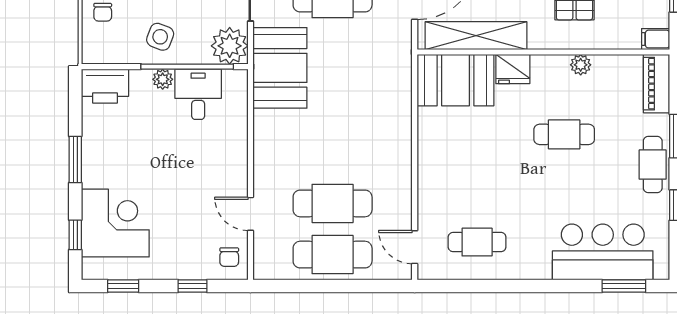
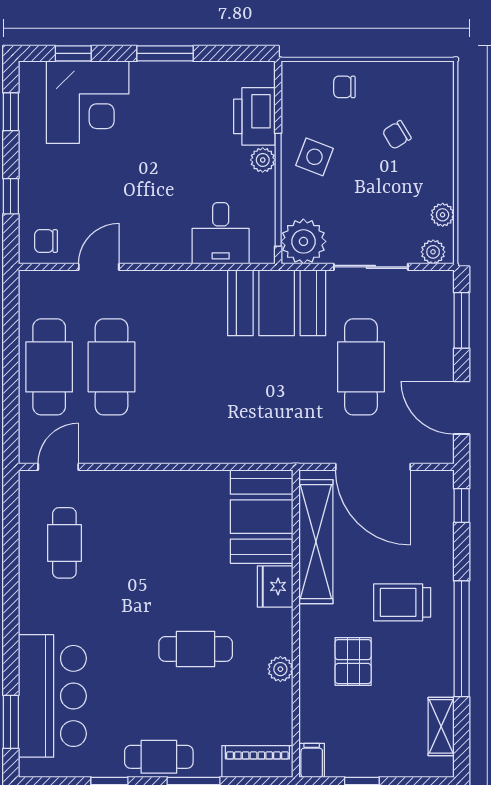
printer: (105, 86) -> (254, 116), moved
desk: (198, 94) -> (221, 233), moved, turned 90
cafe table: (564, 134) -> (196, 649), turned 90

